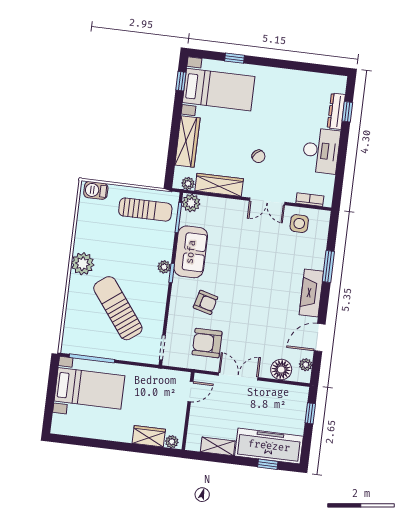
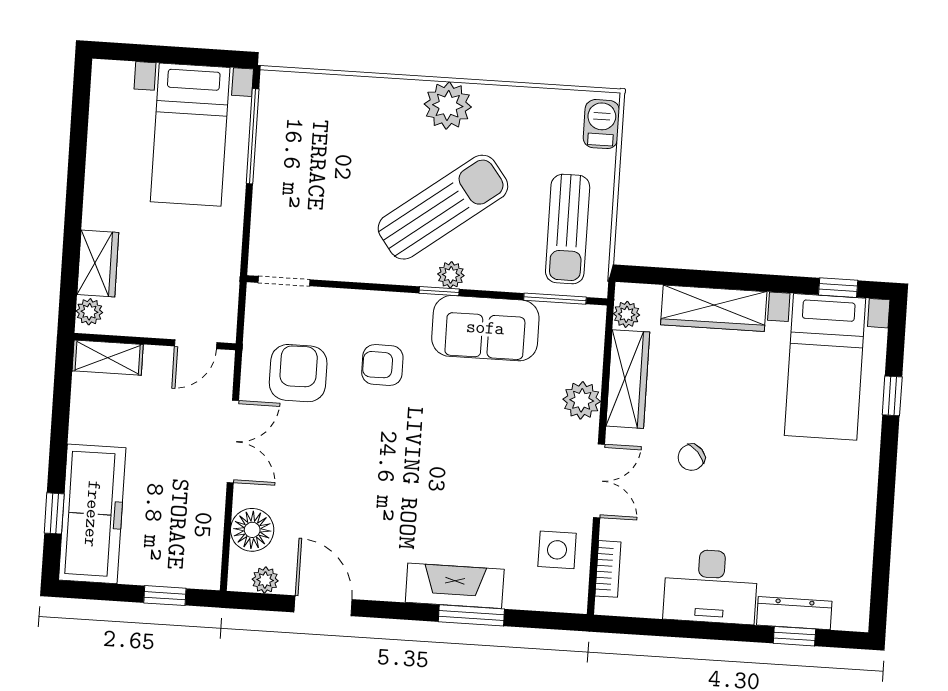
double door: (267, 201) -> (599, 481), swing flipped
plant: (191, 203) -> (582, 400), moved
fireplace: (311, 293) -> (455, 586), moved
armchair: (206, 302) -> (382, 365), turned 75
sun lounger: (118, 308) -> (443, 207), moved
door: (190, 392) -> (196, 344), hinge flipped
shelving: (218, 446) -> (108, 358), moved, turned 90

